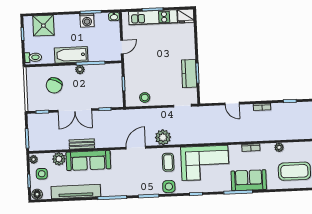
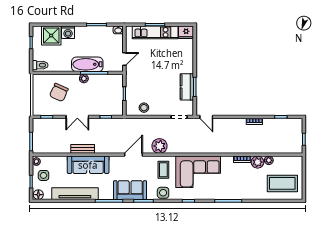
washing machine: (87, 20) -> (68, 32), moved
bathtub: (71, 55) -> (87, 64), moved
door: (232, 104) -> (206, 117), moved
double door: (75, 110) -> (77, 117), width x0.73
plant: (59, 159) -> (258, 162), moved
sofa: (249, 180) -> (130, 190), moved

